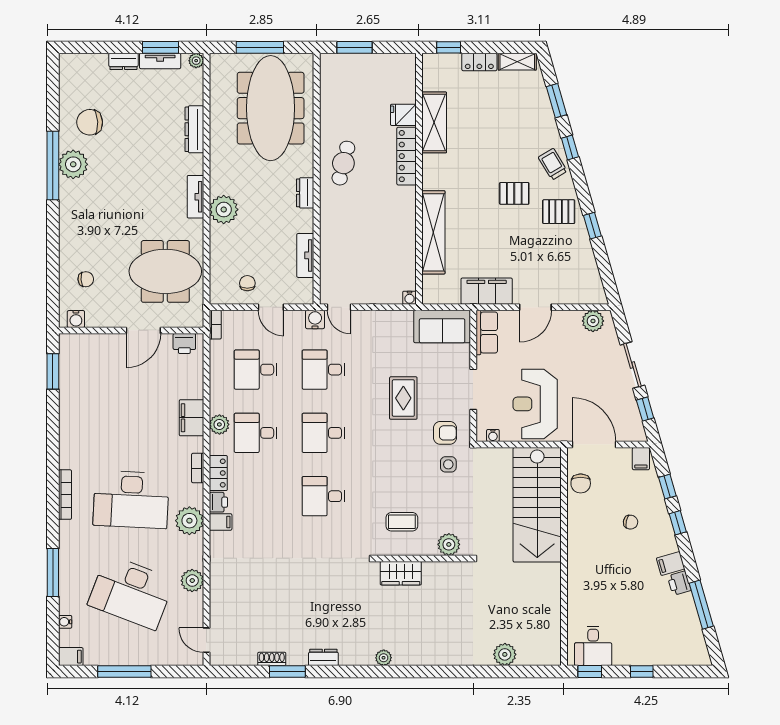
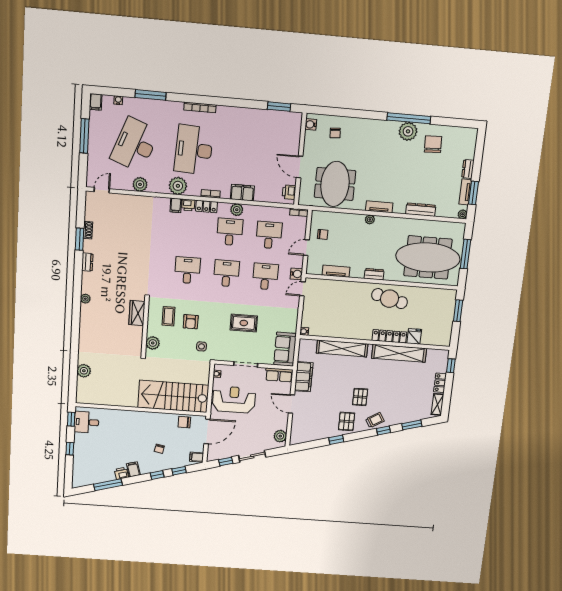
shelving: (434, 122) -> (399, 353), width x1.47
cafe table: (343, 163) -> (390, 299), width x1.37, depth x1.35
plant: (224, 210) -> (370, 219), width x0.53, depth x0.53
armchair: (445, 433) -> (191, 322), moved

